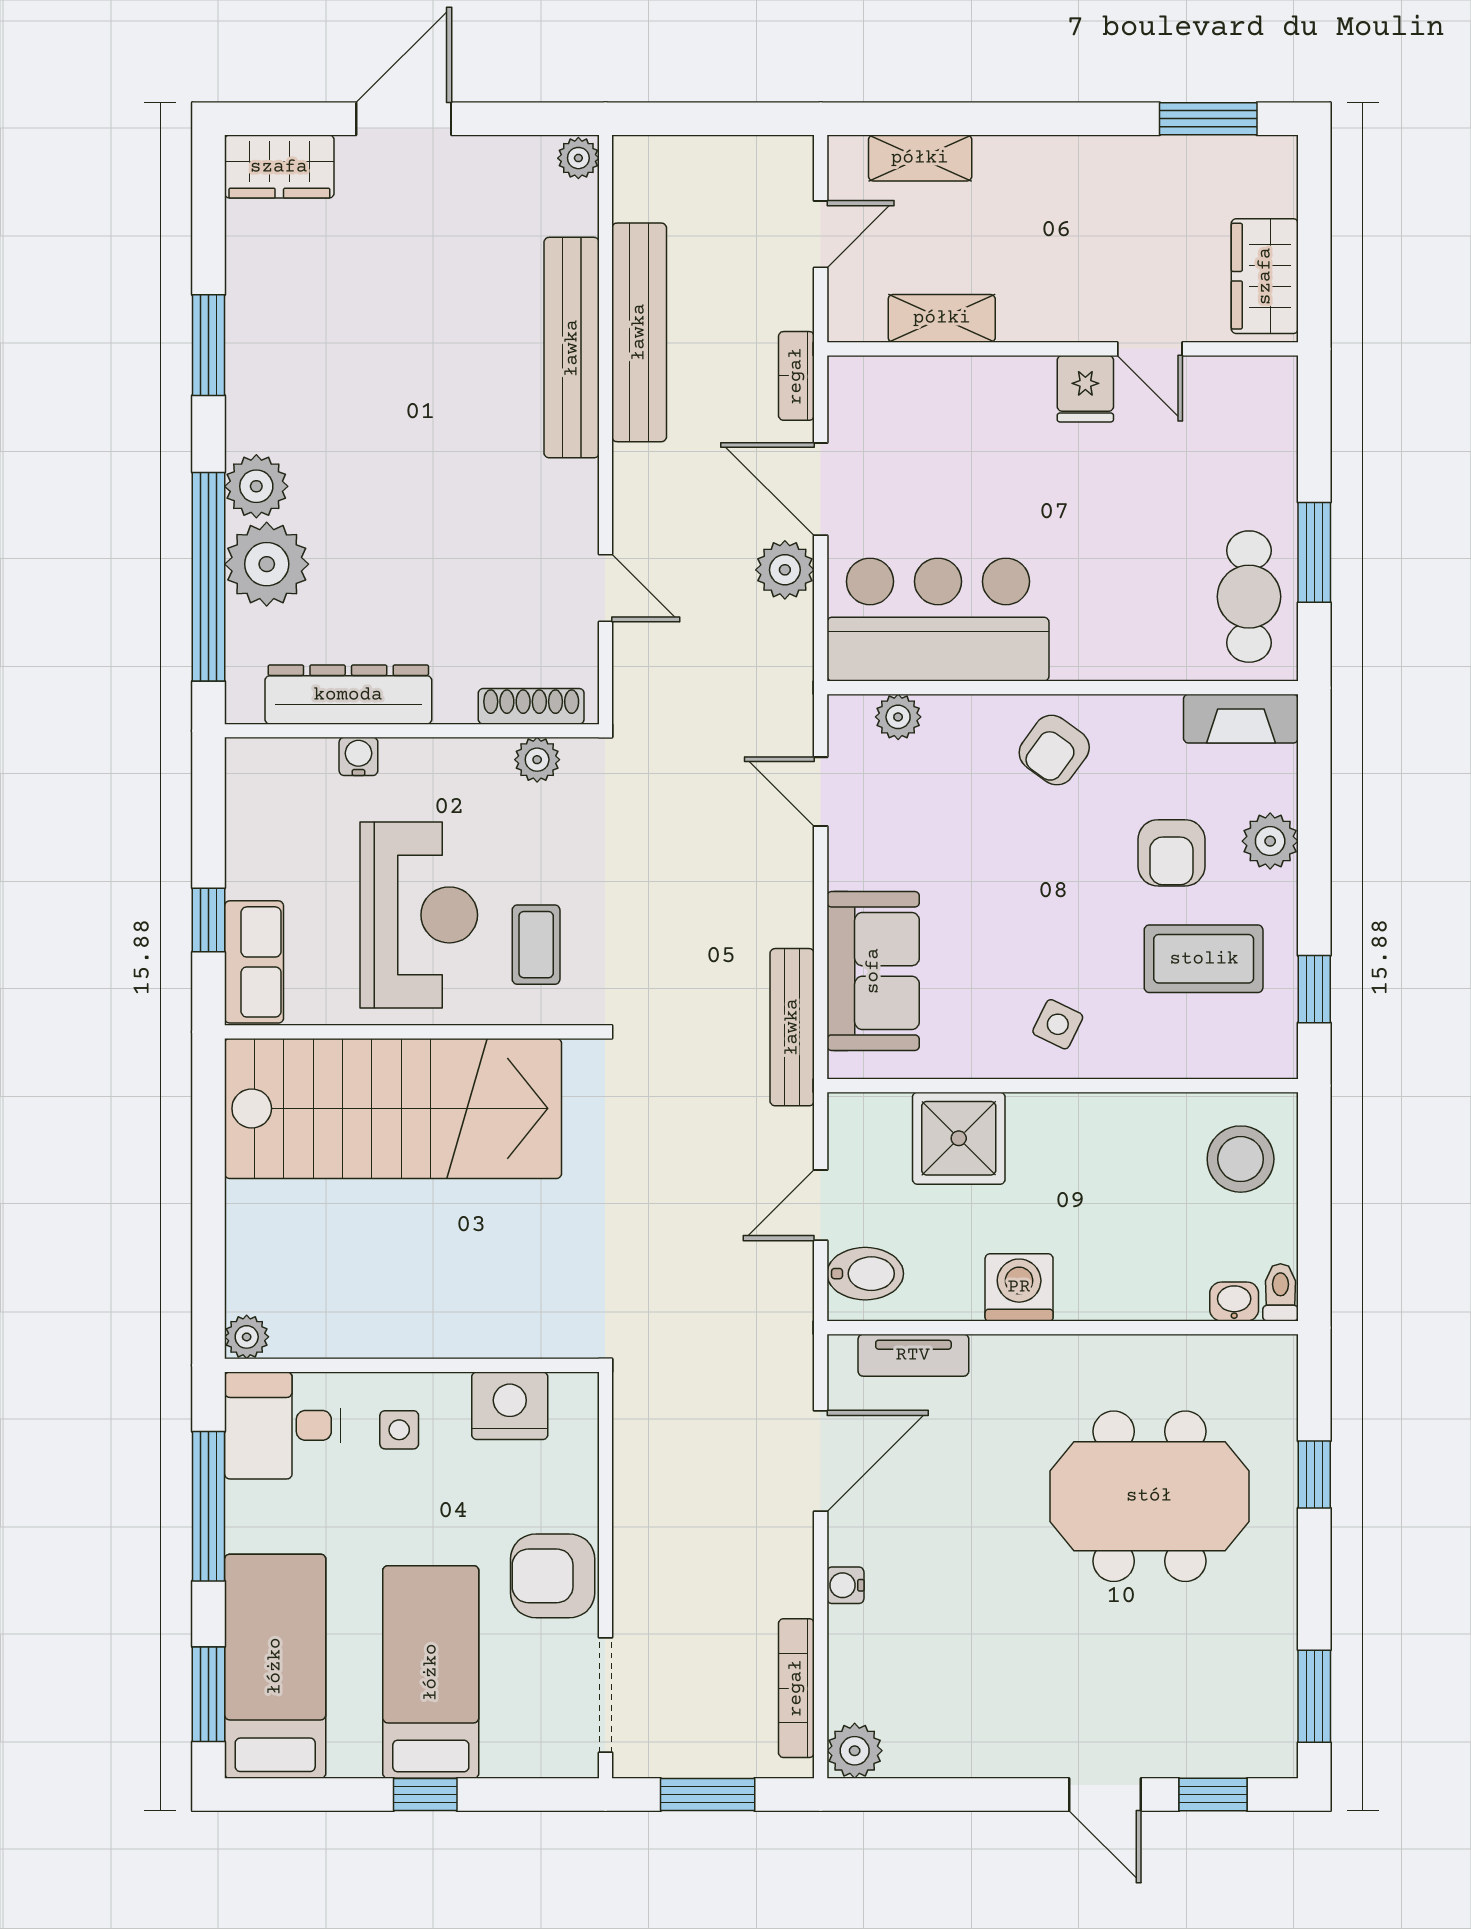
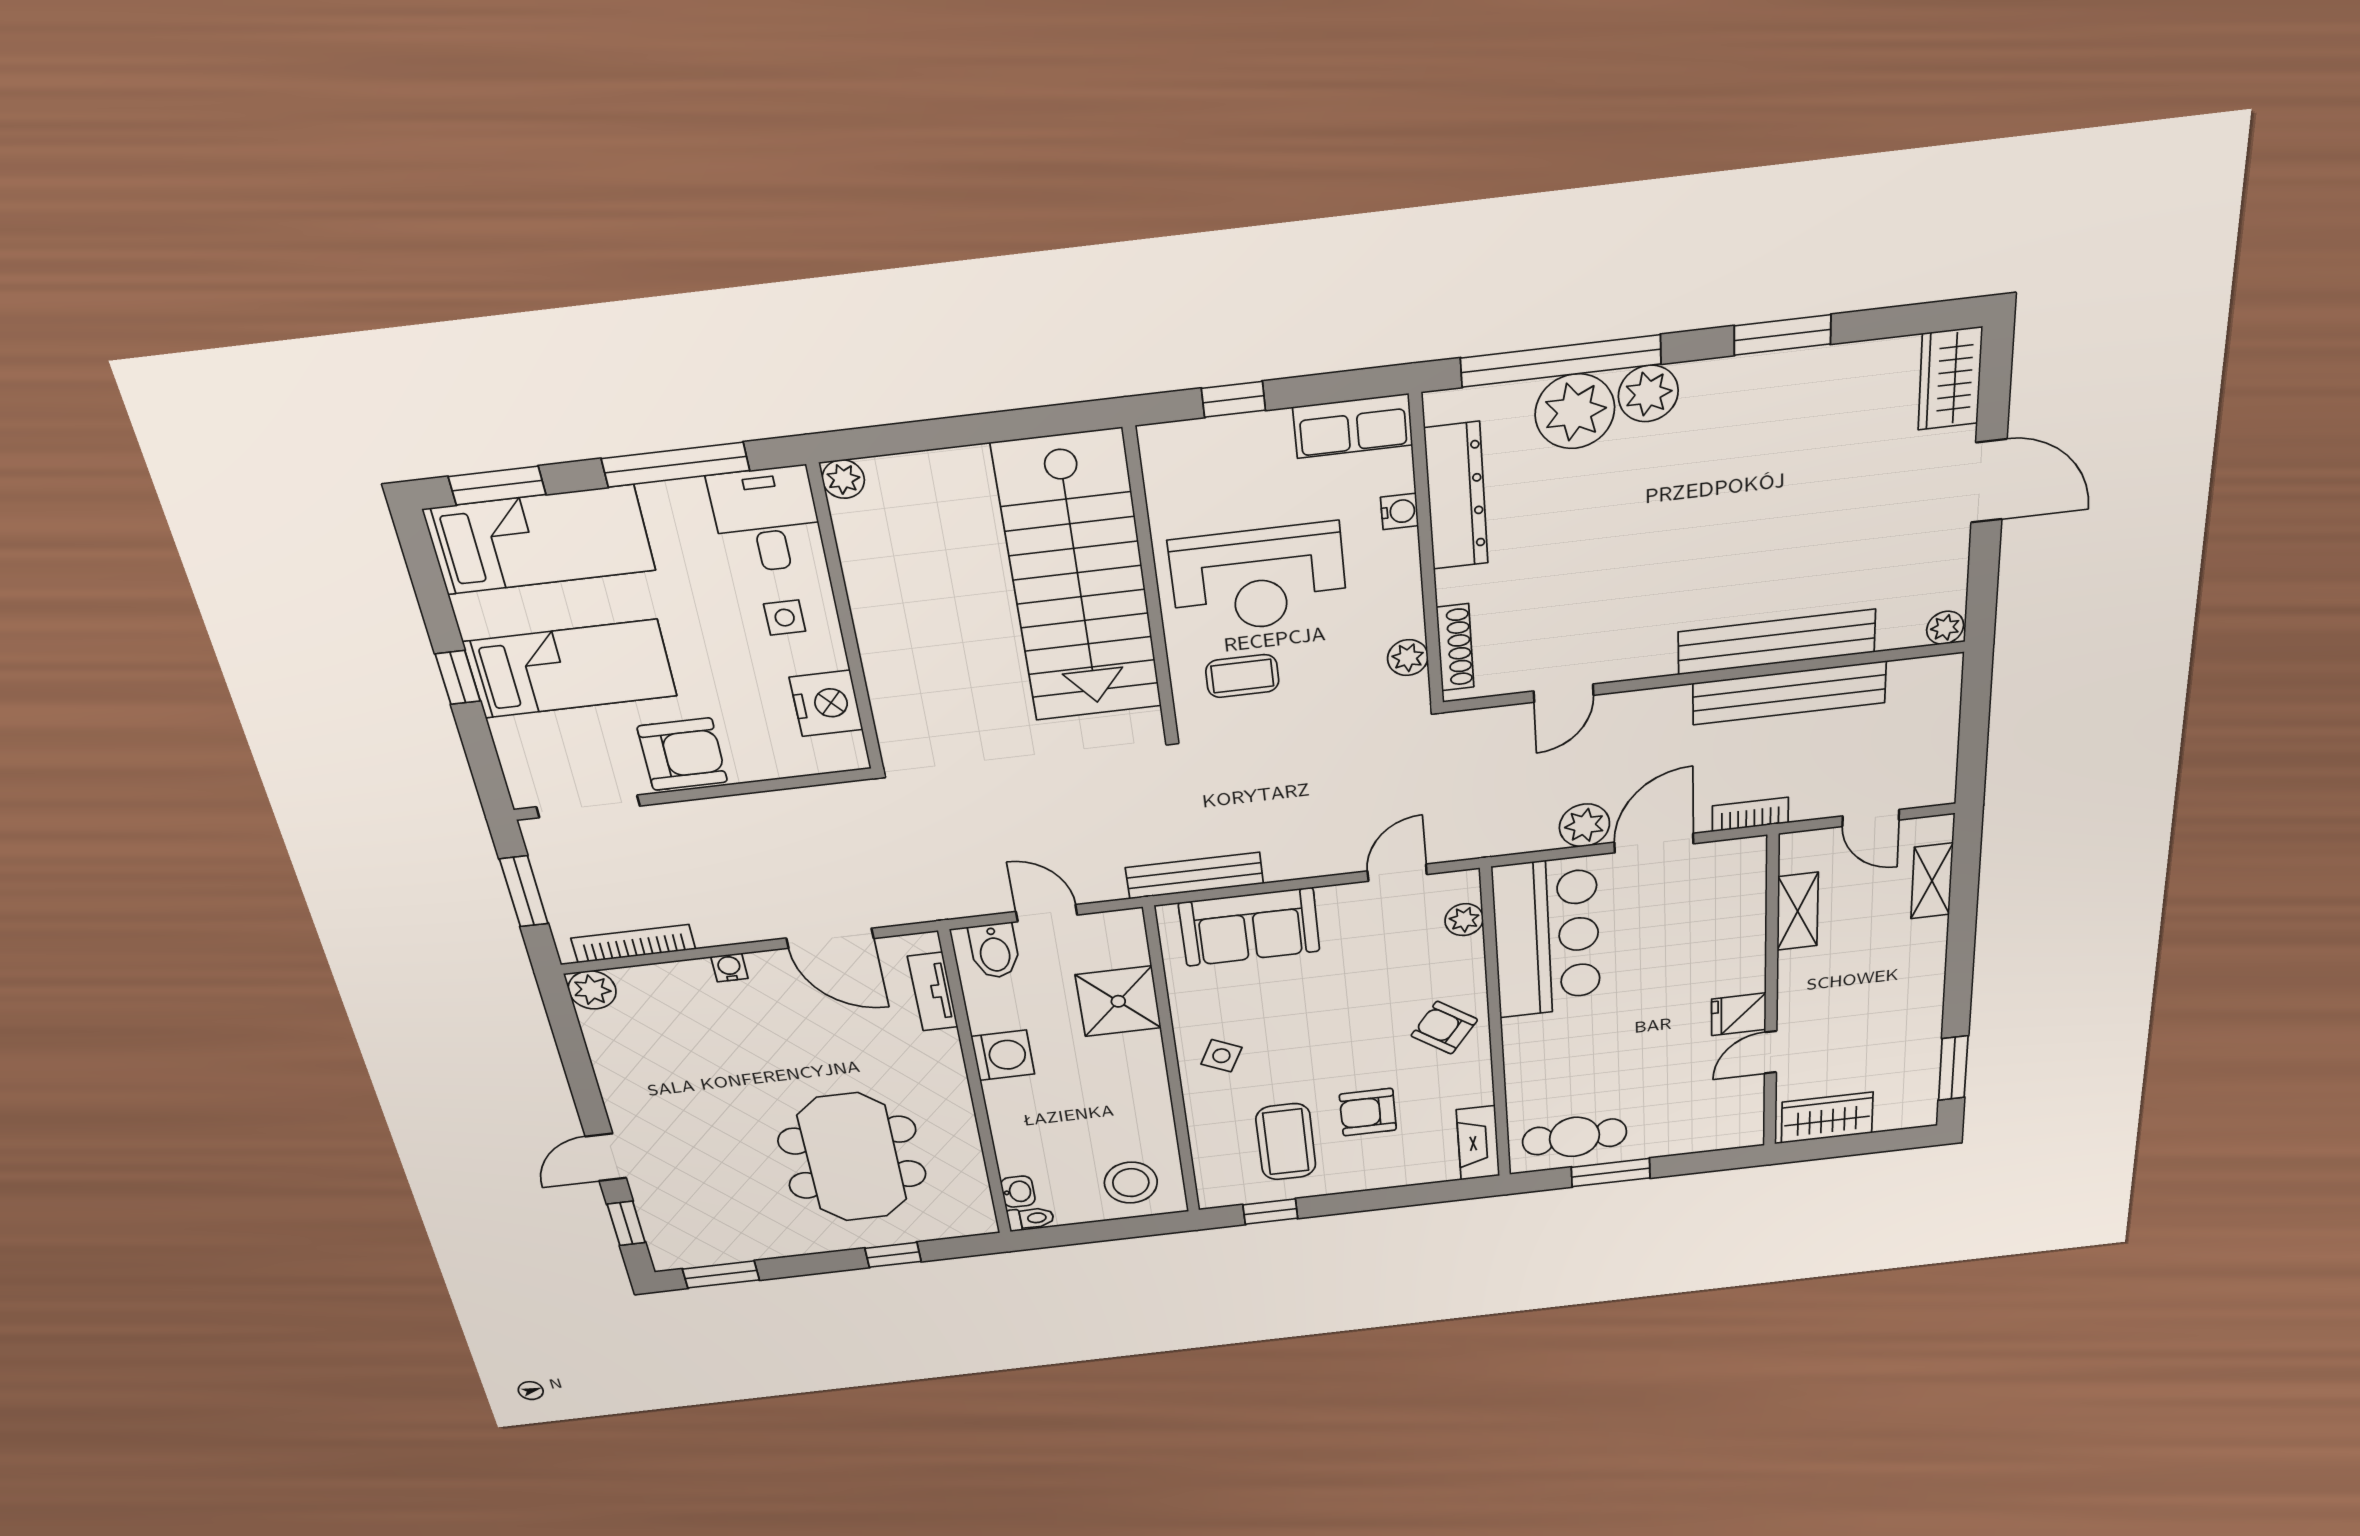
plant: (1270, 841) -> (1383, 1172), removed
row of seats: (254, 962) -> (1353, 426), moved
armchair: (553, 1576) -> (682, 754), turned 90

